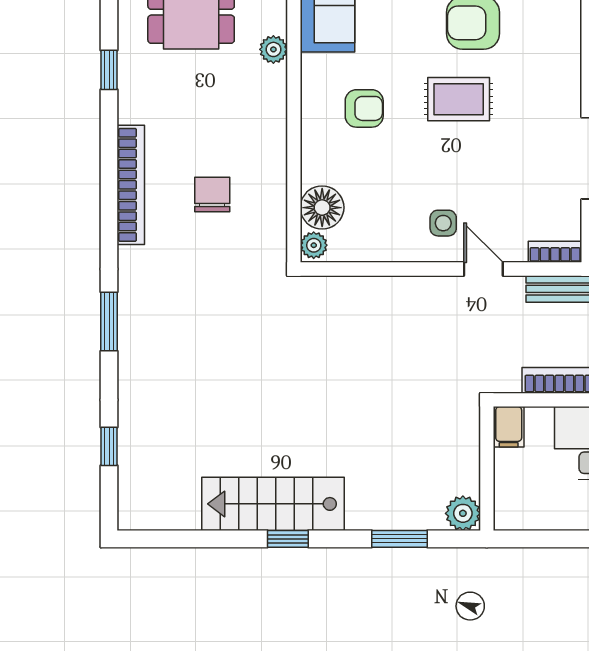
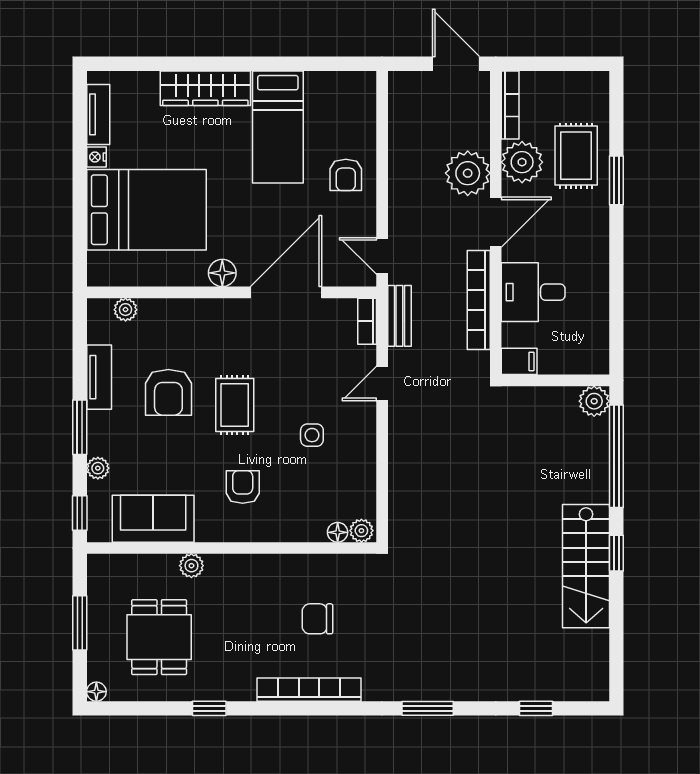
floor lamp: (322, 208) -> (338, 532), width x0.53, depth x0.53
side table: (443, 223) -> (312, 435), moved
window: (399, 539) -> (616, 456), width x2.11

